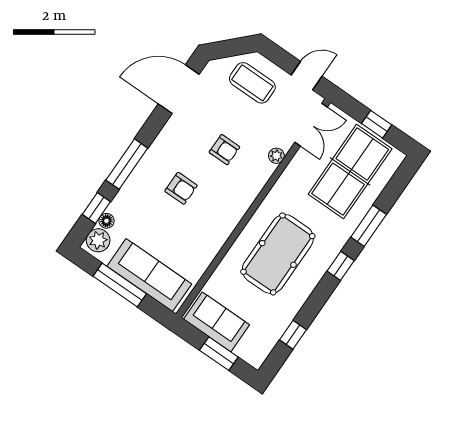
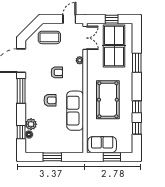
window: (127, 164) -> (21, 91), moved
plant: (98, 240) -> (31, 124), moved
window: (341, 266) -> (137, 107), moved
sofa: (149, 275) -> (75, 111), moved, turned -90
window: (120, 285) -> (52, 157), width x0.69

